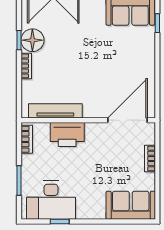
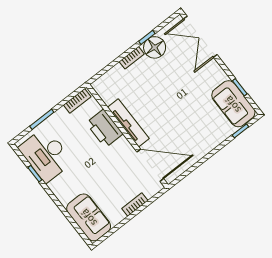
tv unit: (55, 111) -> (128, 123), moved

